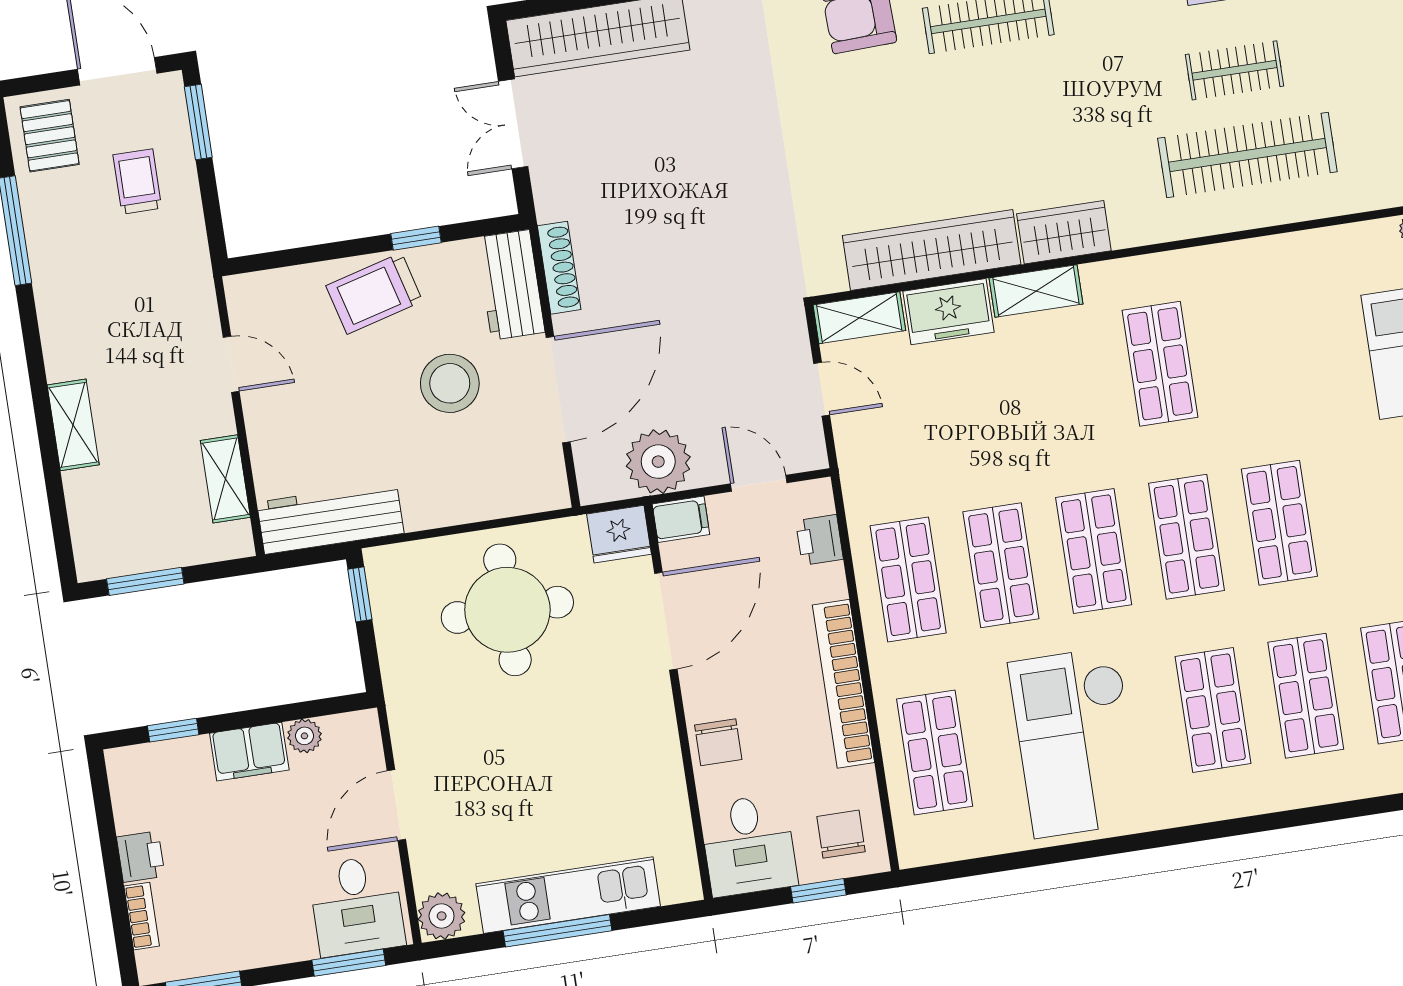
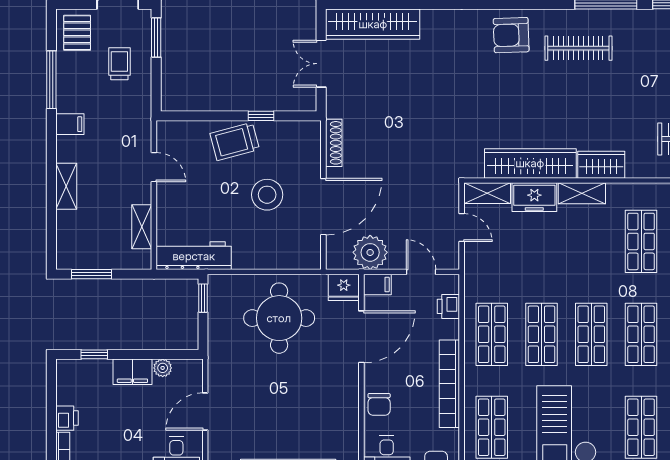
workbench: (511, 285) -> (307, 148), removed
filing cabinet: (62, 308) -> (70, 124), added

